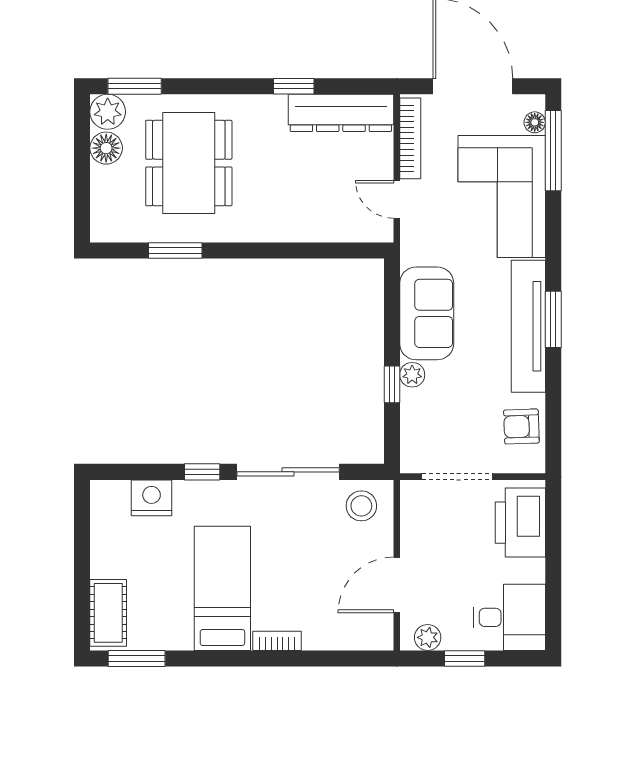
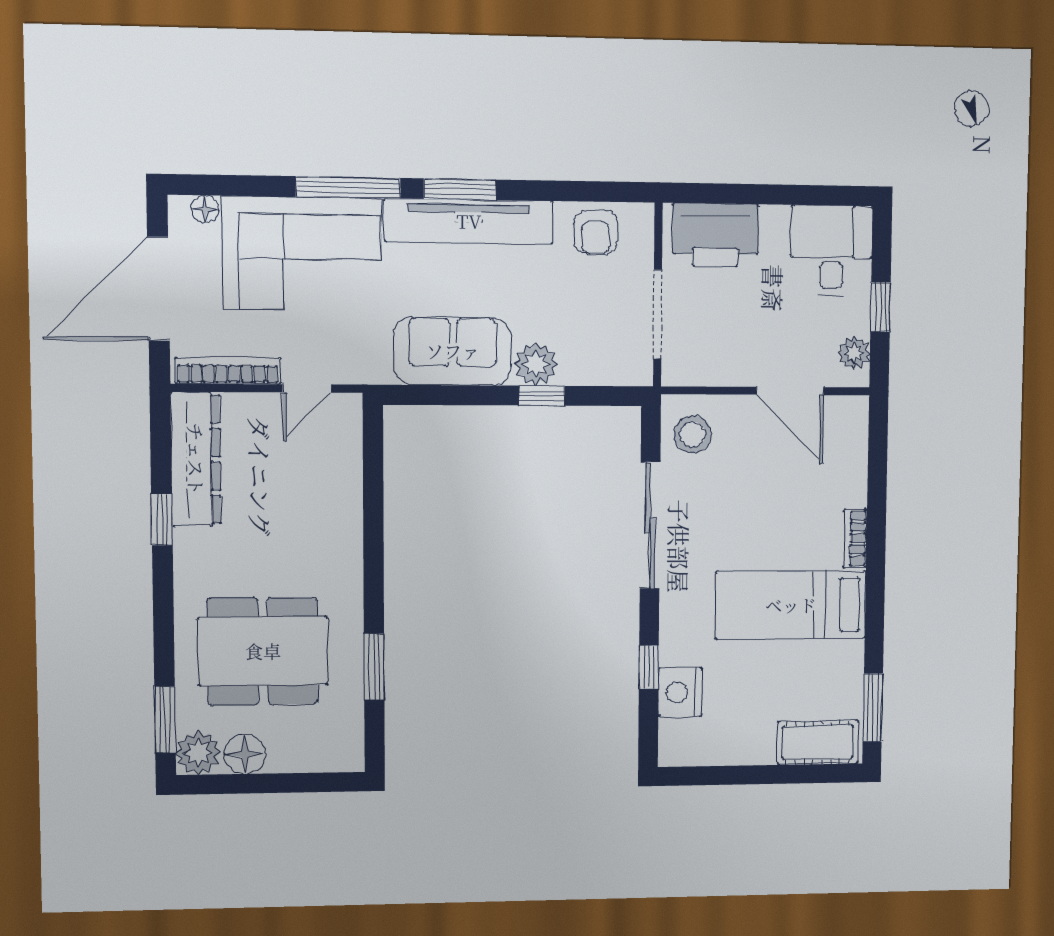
window: (553, 151) -> (348, 187), moved
plant: (412, 375) -> (536, 364), width x1.38, depth x1.38
window: (202, 472) -> (649, 667), moved

